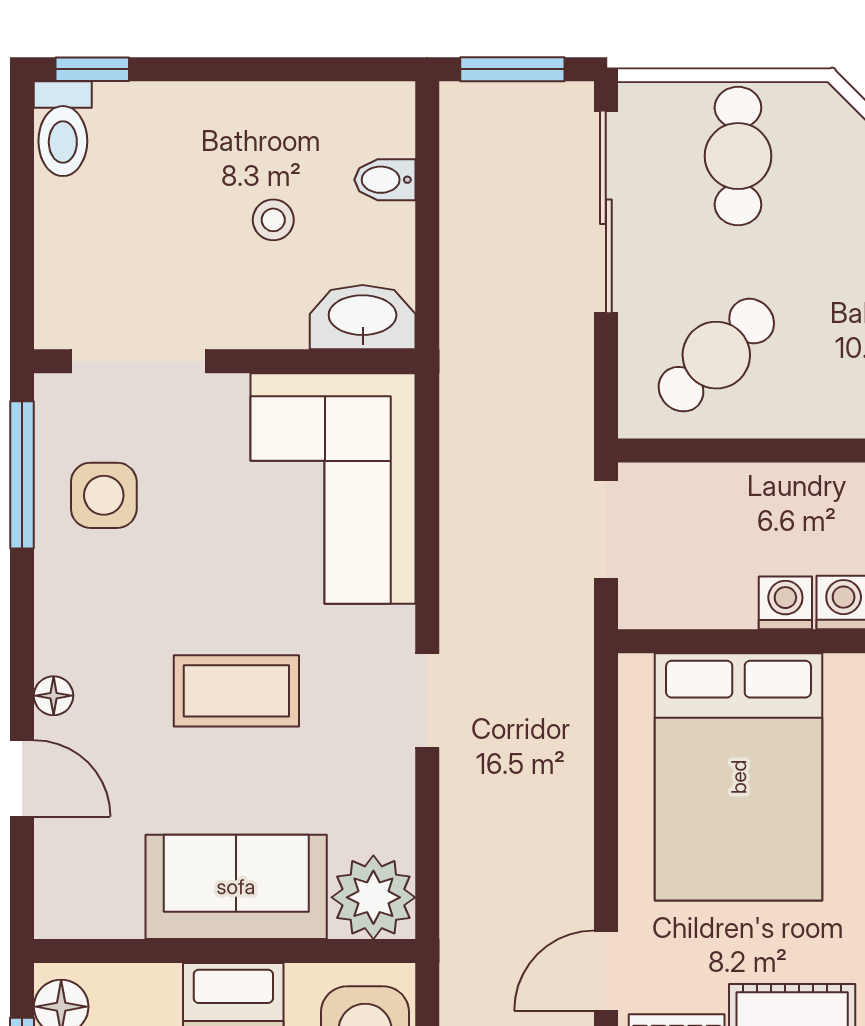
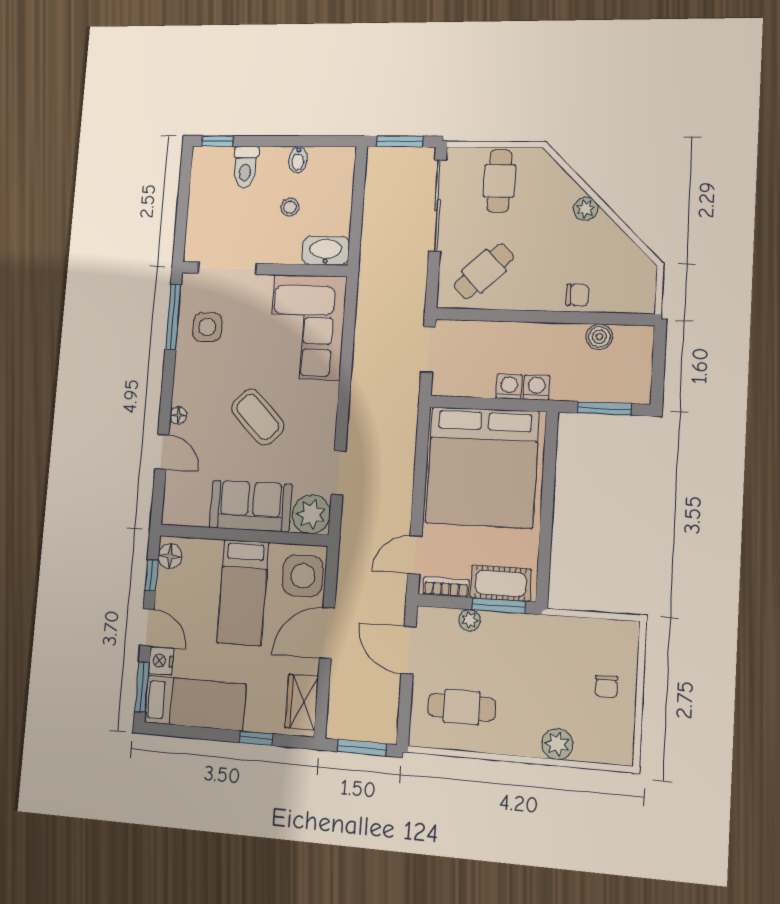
toilet: (63, 129) -> (245, 167), moved
bidet: (385, 180) -> (298, 160), moved, turned -90
coffee table: (236, 691) -> (258, 417), turned 45
doorway: (427, 701) -> (338, 473), moved
bed: (739, 777) -> (482, 467), width x1.36

